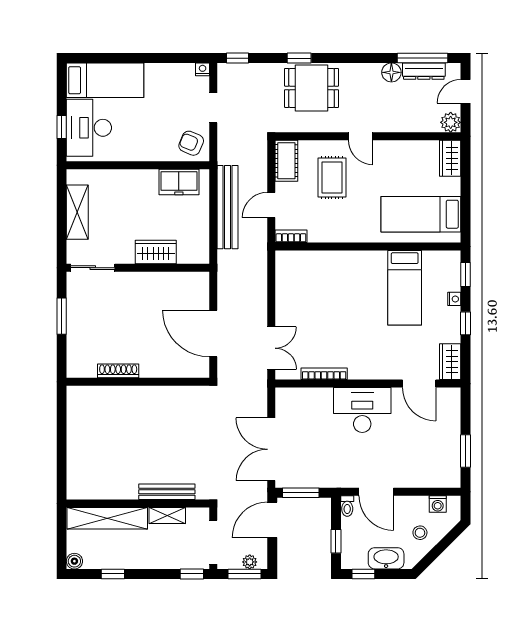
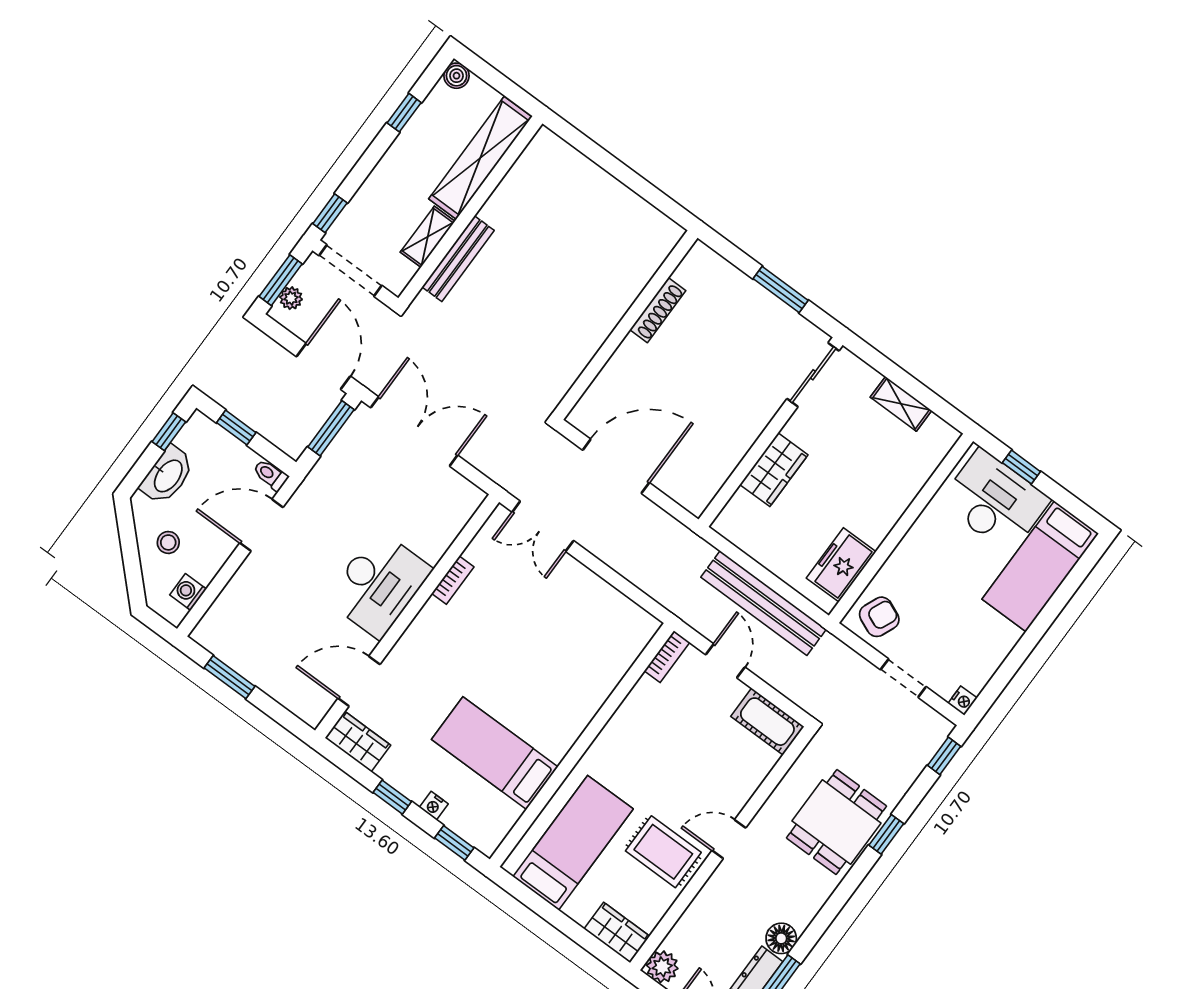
rug: (332, 178) -> (663, 852), moved
shelving: (77, 212) -> (901, 404), width x0.67, depth x0.75
bookcase: (324, 374) -> (453, 580), width x0.64

